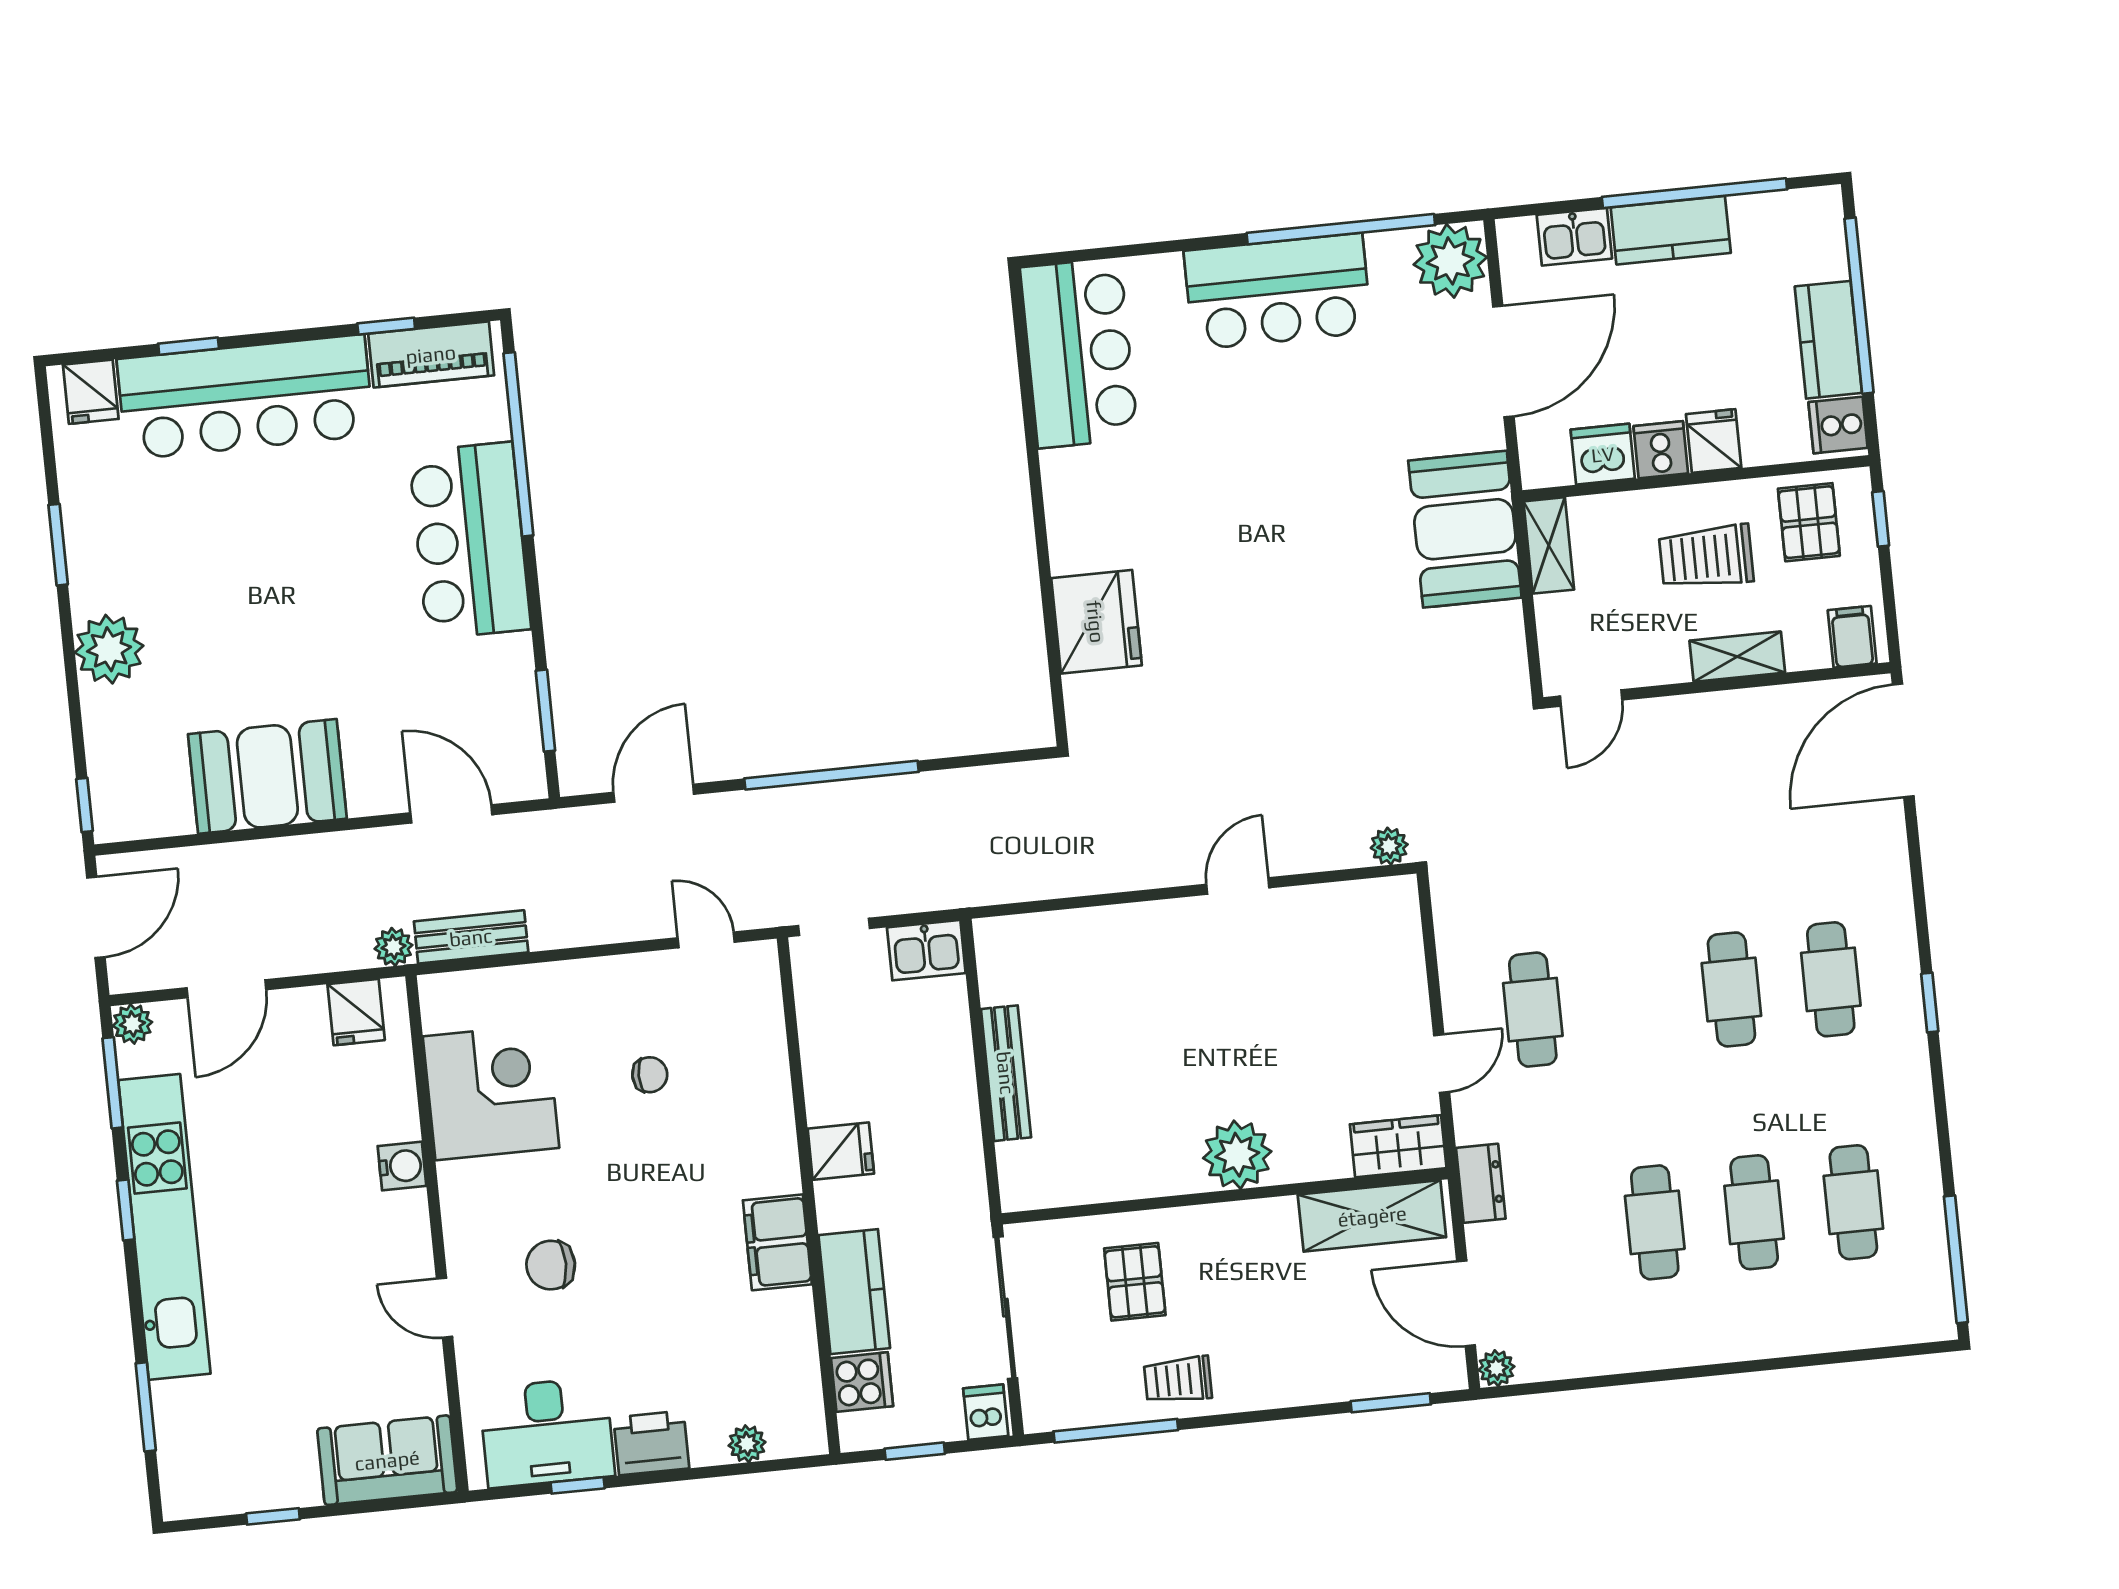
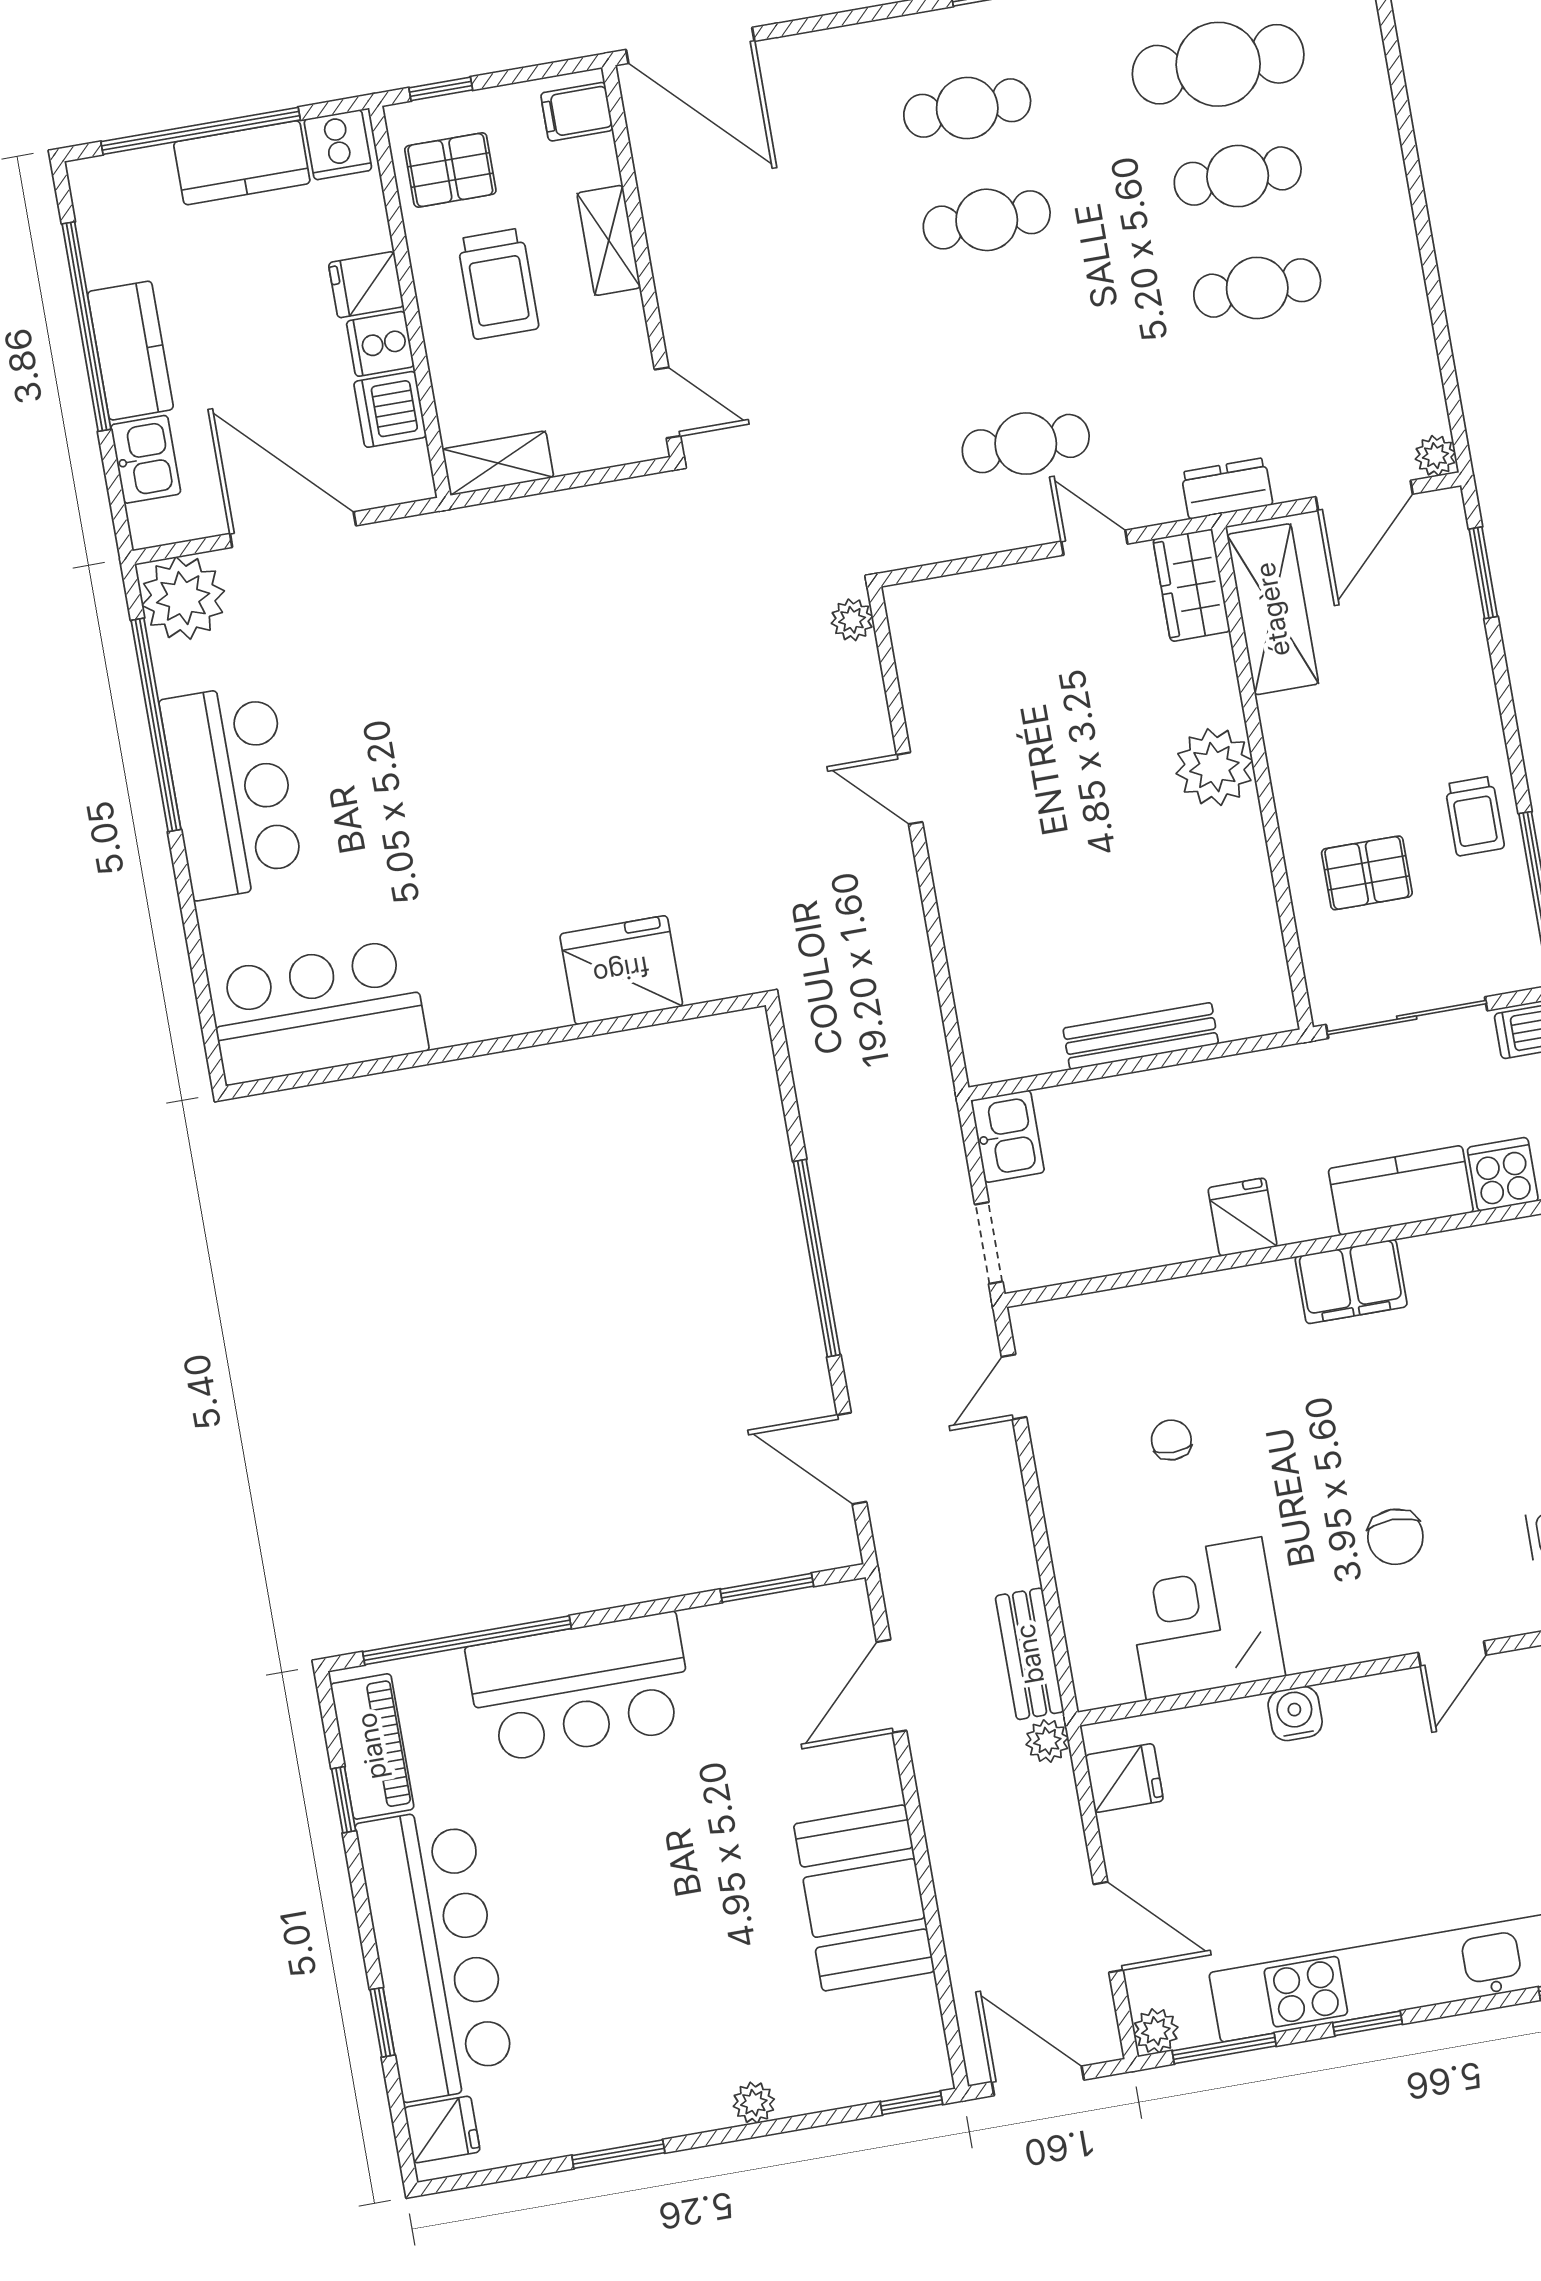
booth: (1465, 529) -> (486, 560), removed
plant: (109, 649) -> (754, 2103), width x0.53, depth x0.53
cafe table: (1853, 1202) -> (1218, 64), width x1.37, depth x1.35

